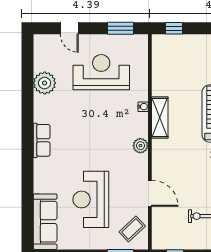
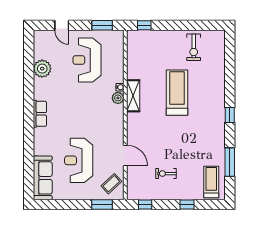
reception desk: (101, 72) -> (87, 60), turned -90
plant: (140, 146) -> (118, 98), moved

